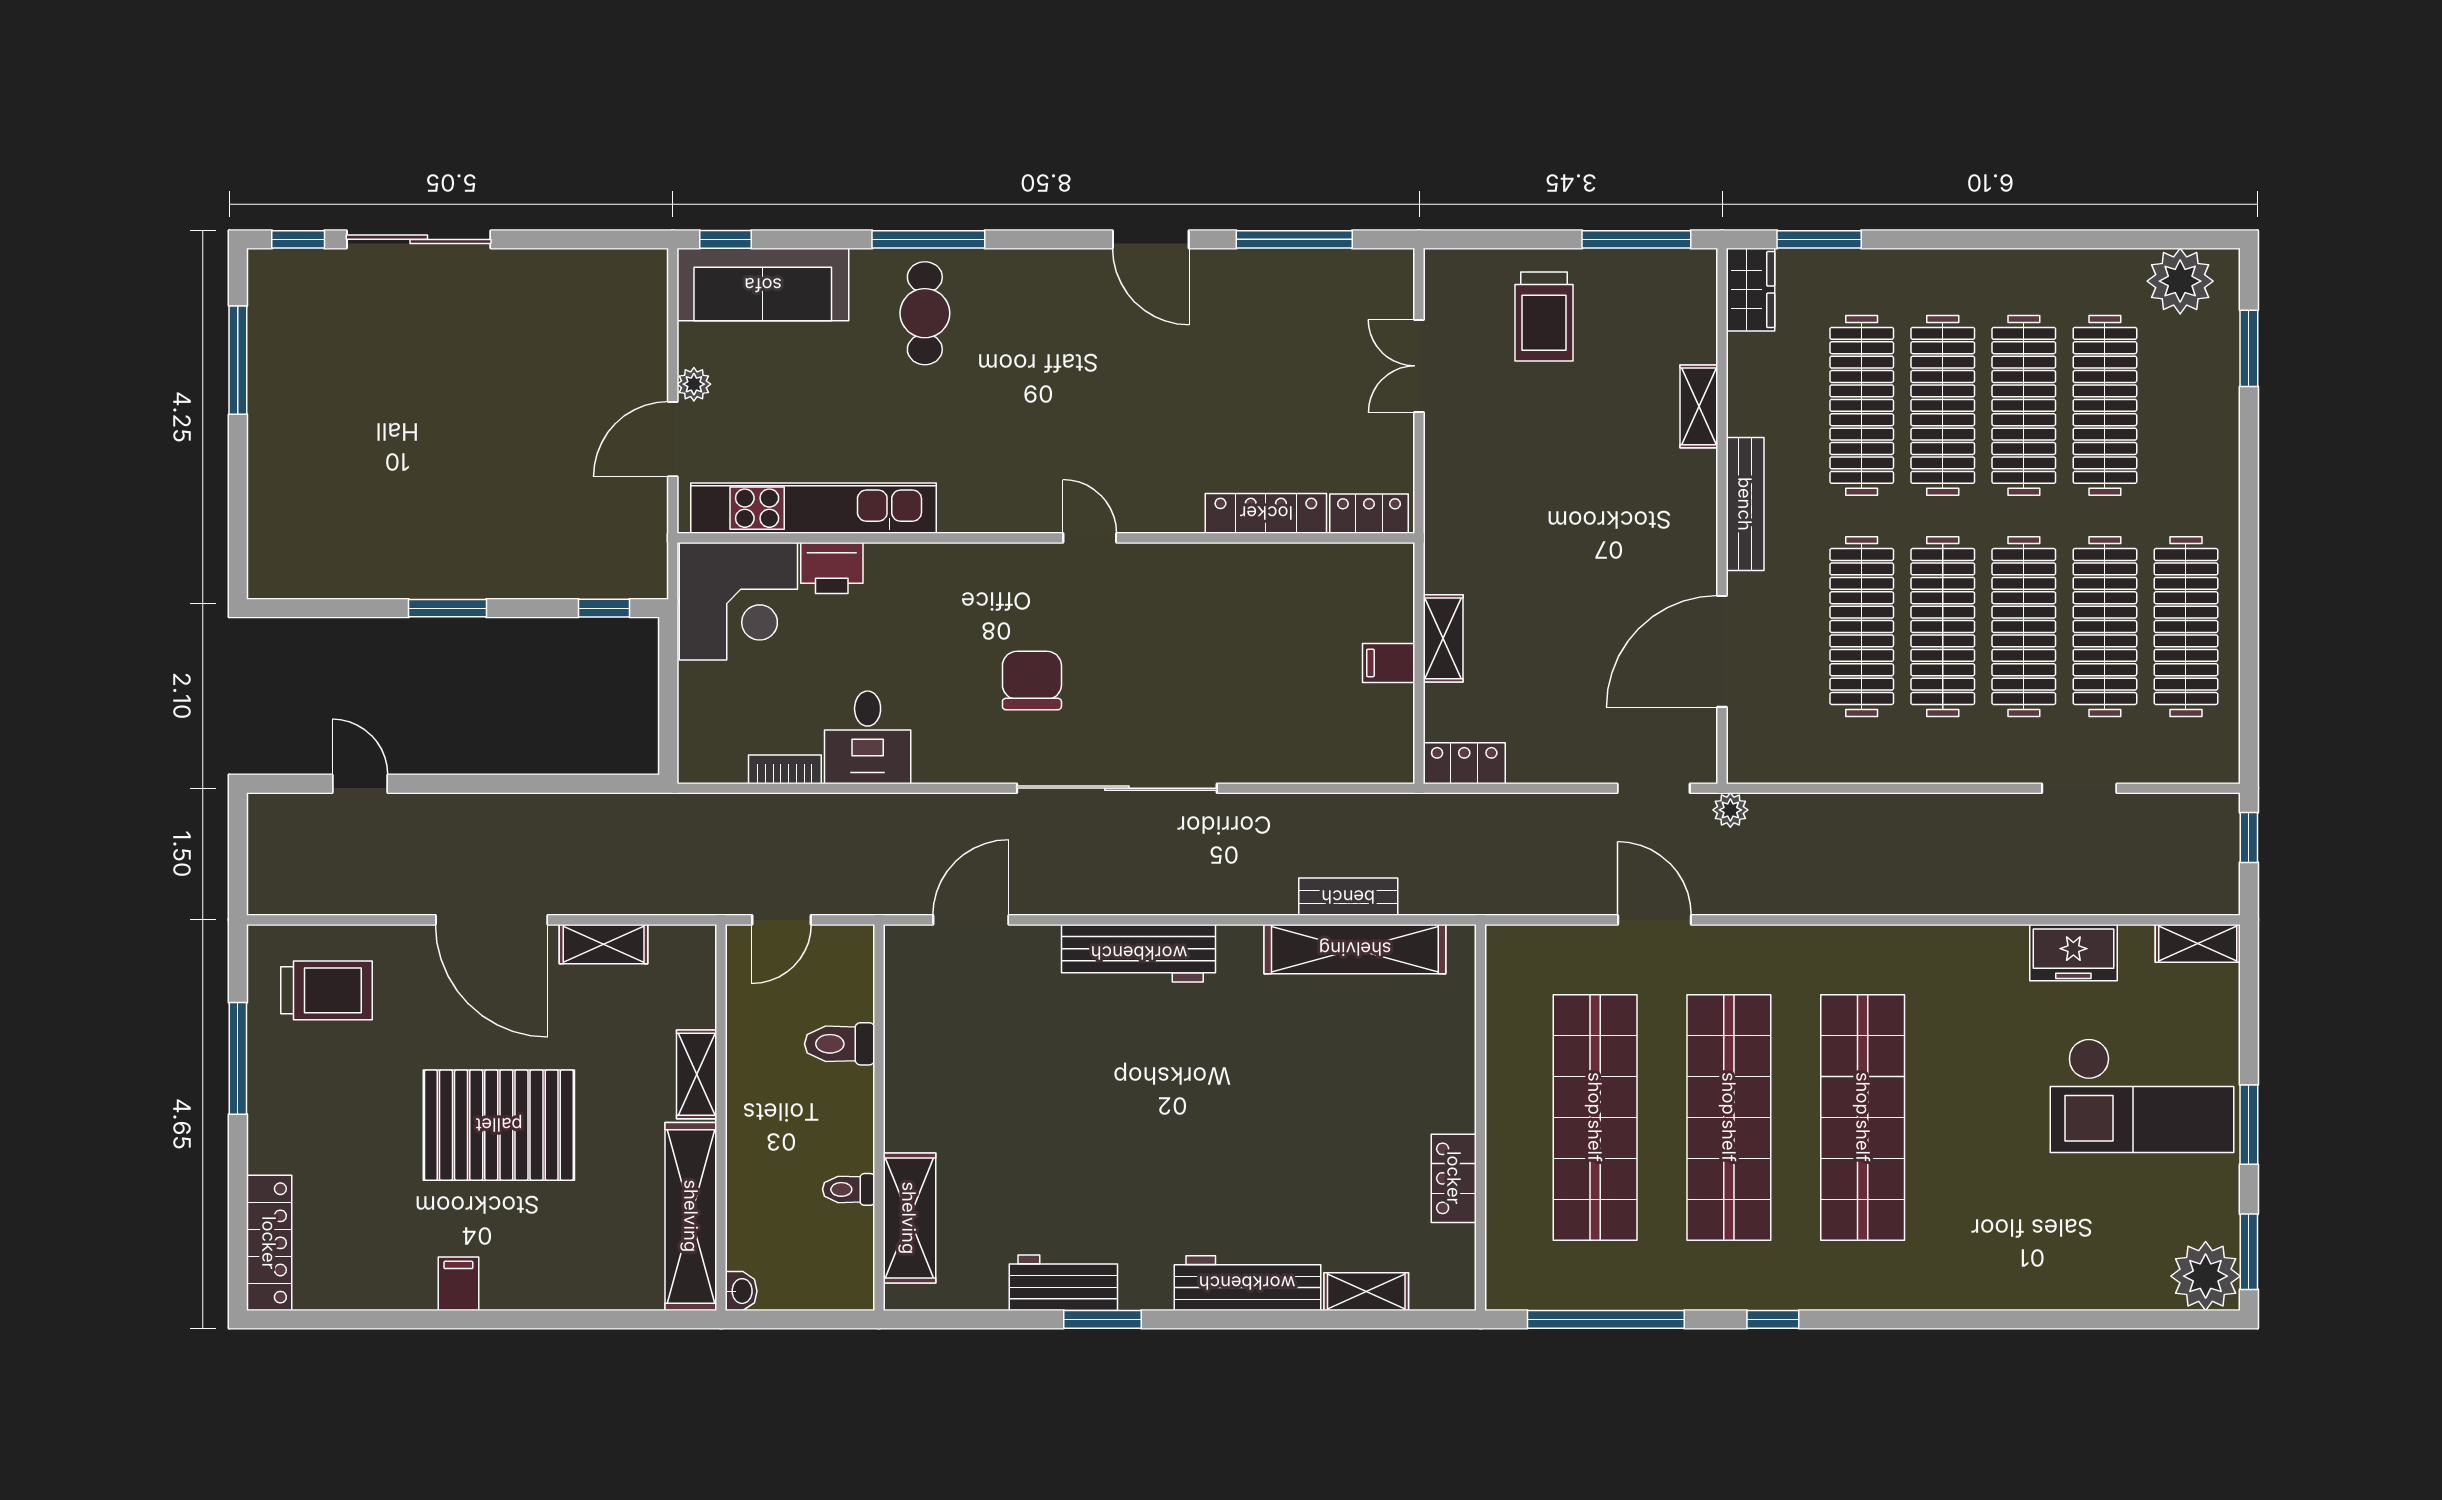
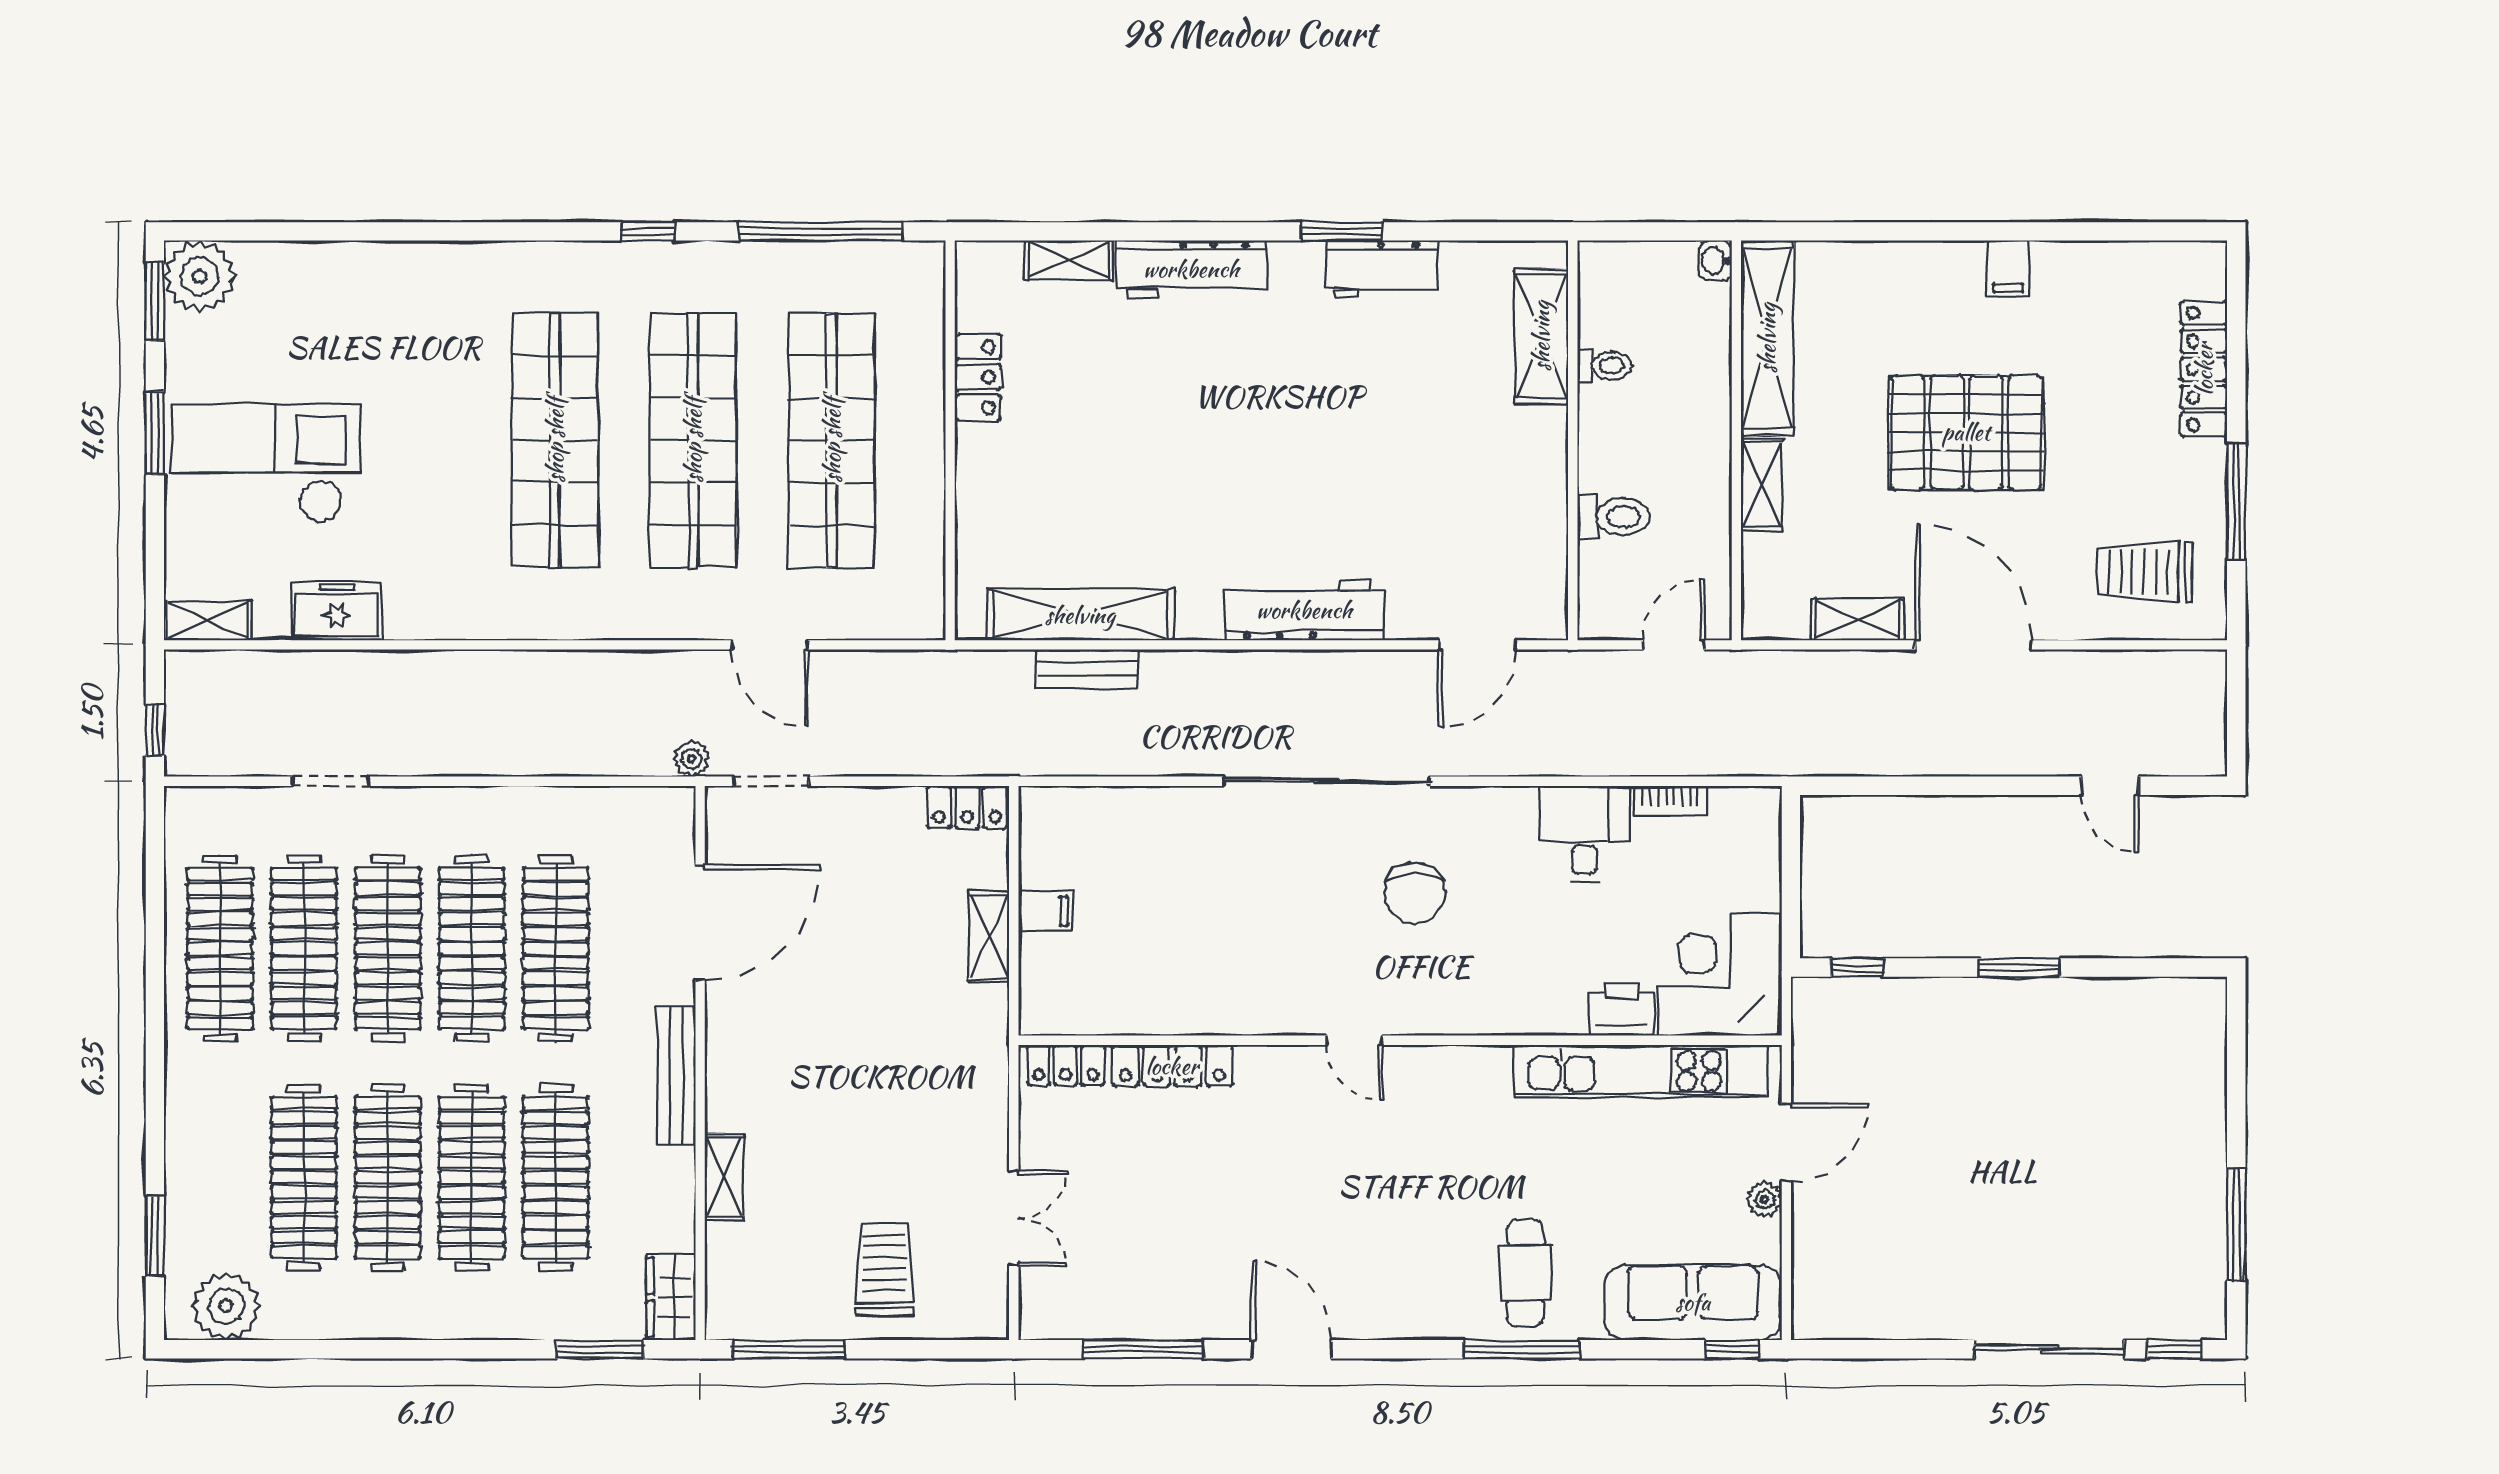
locker: (269, 1243) -> (2204, 369), moved

